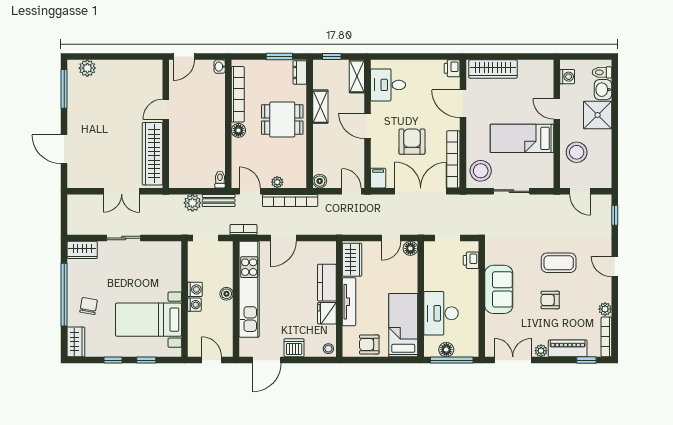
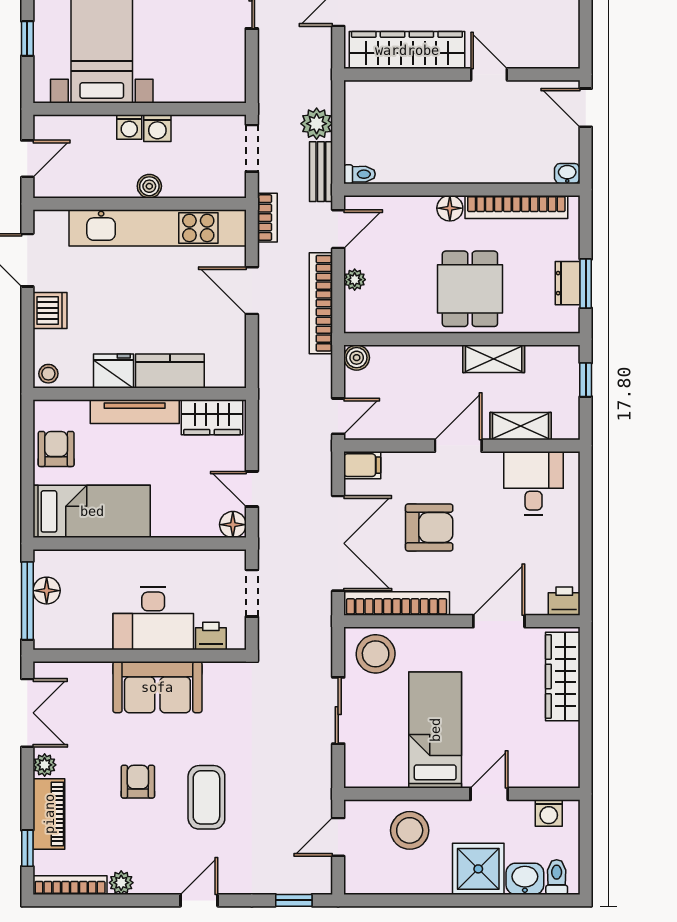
dresser: (300, 72) -> (568, 283), moved, turned -90
shelving: (357, 76) -> (521, 426), moved
desk: (441, 313) -> (153, 618), moved, turned 180

